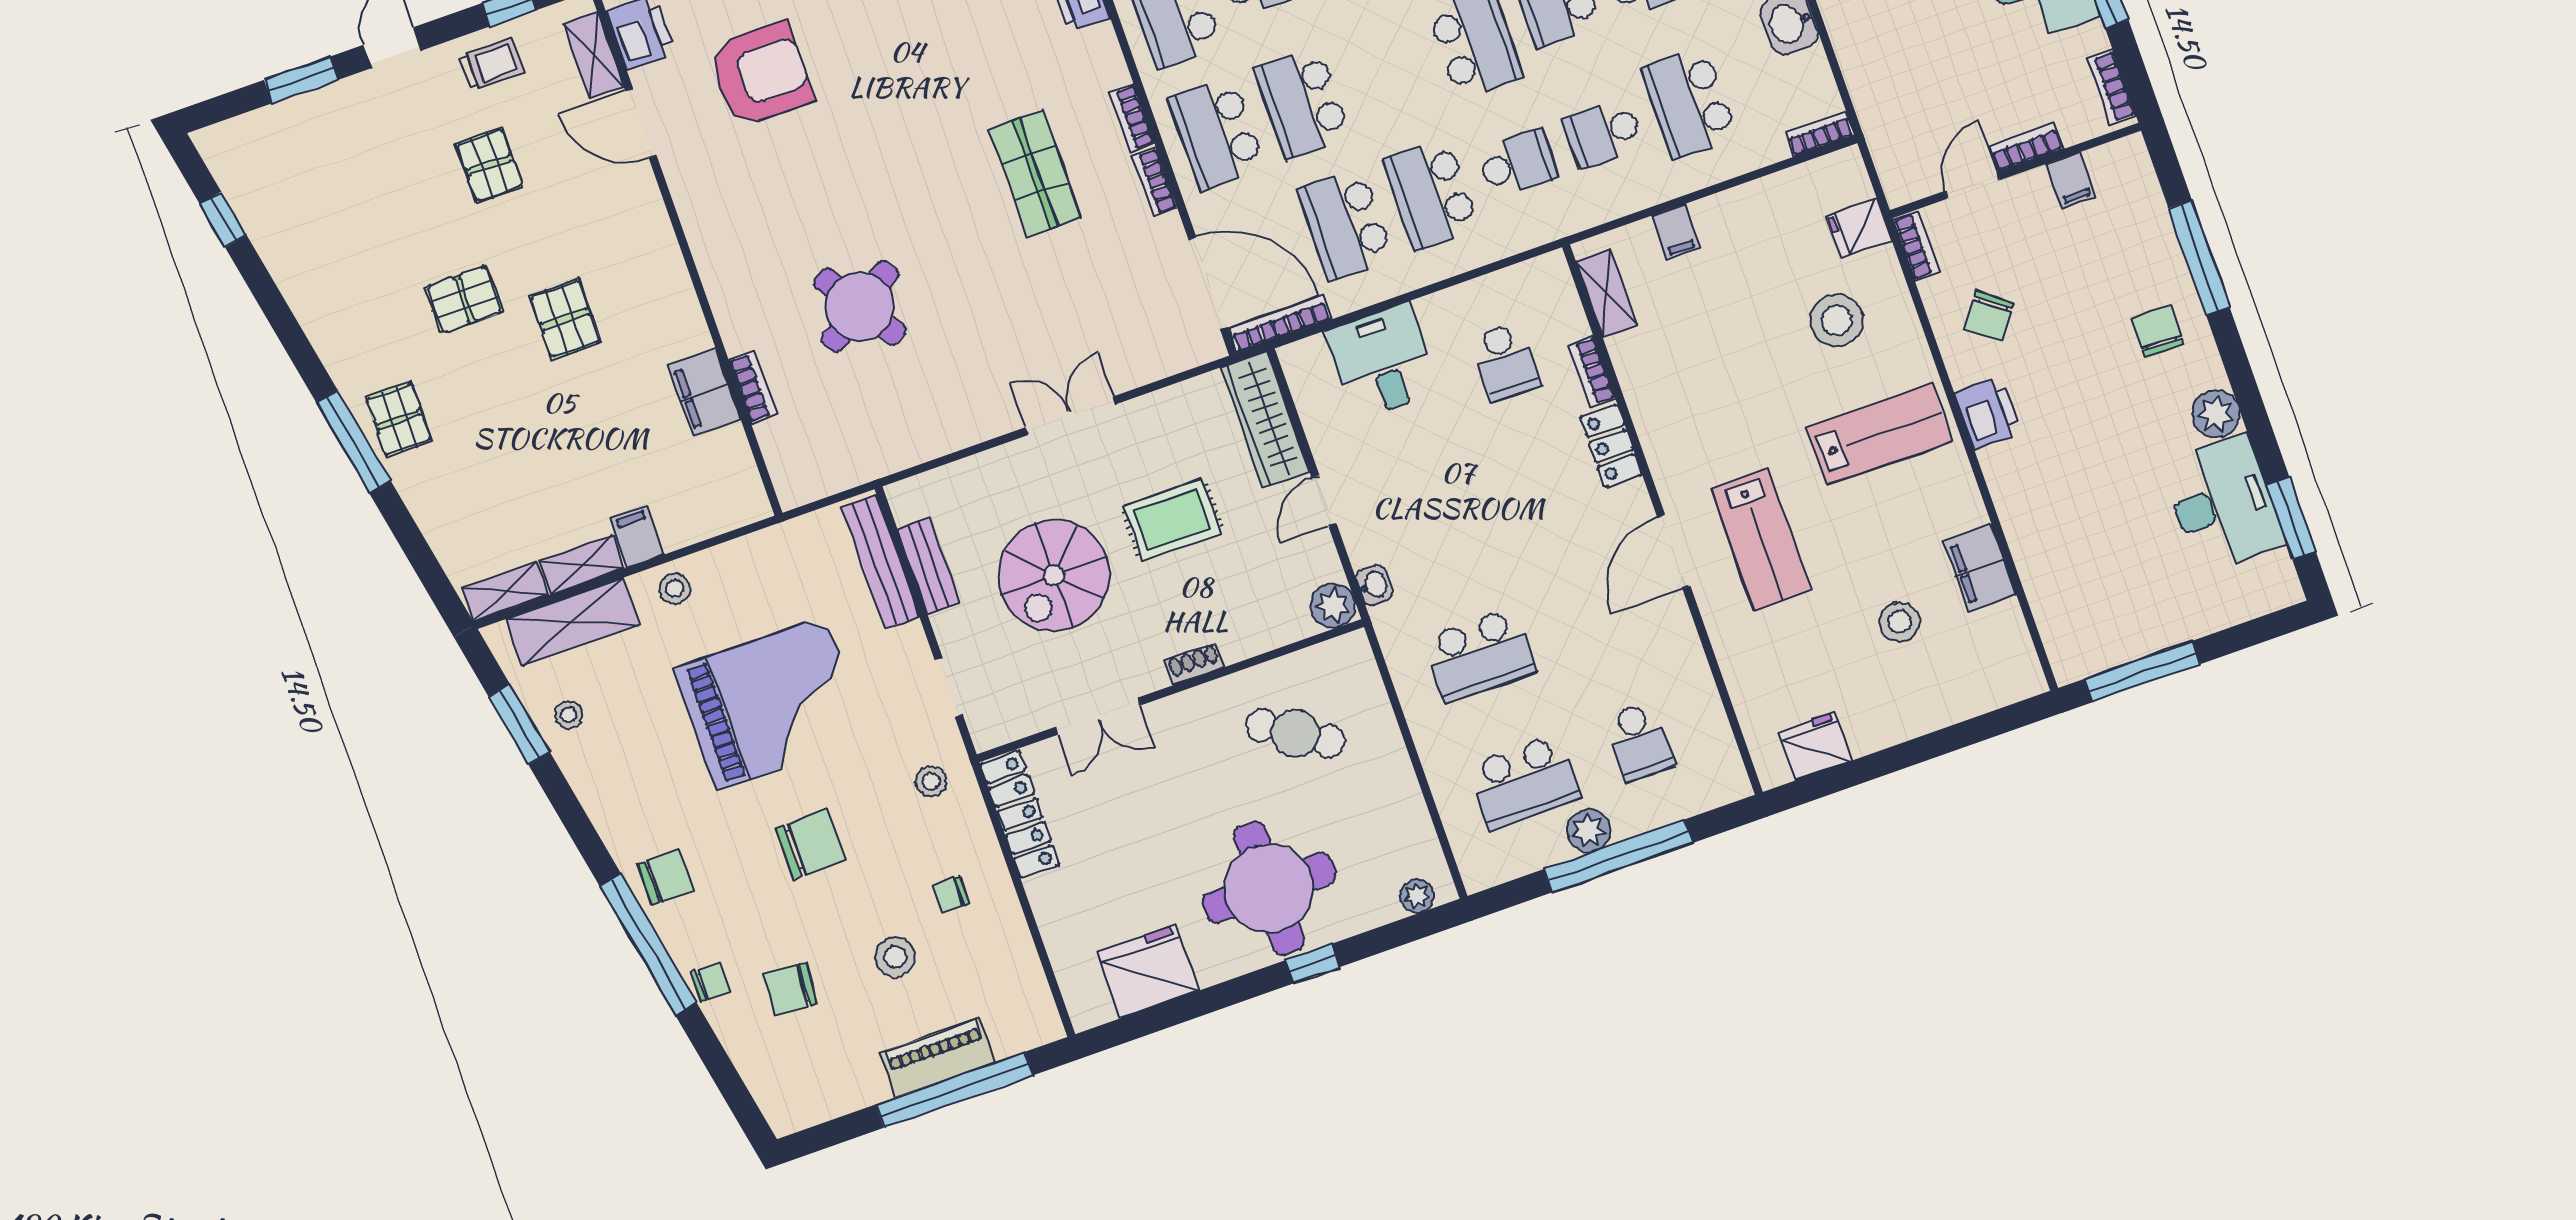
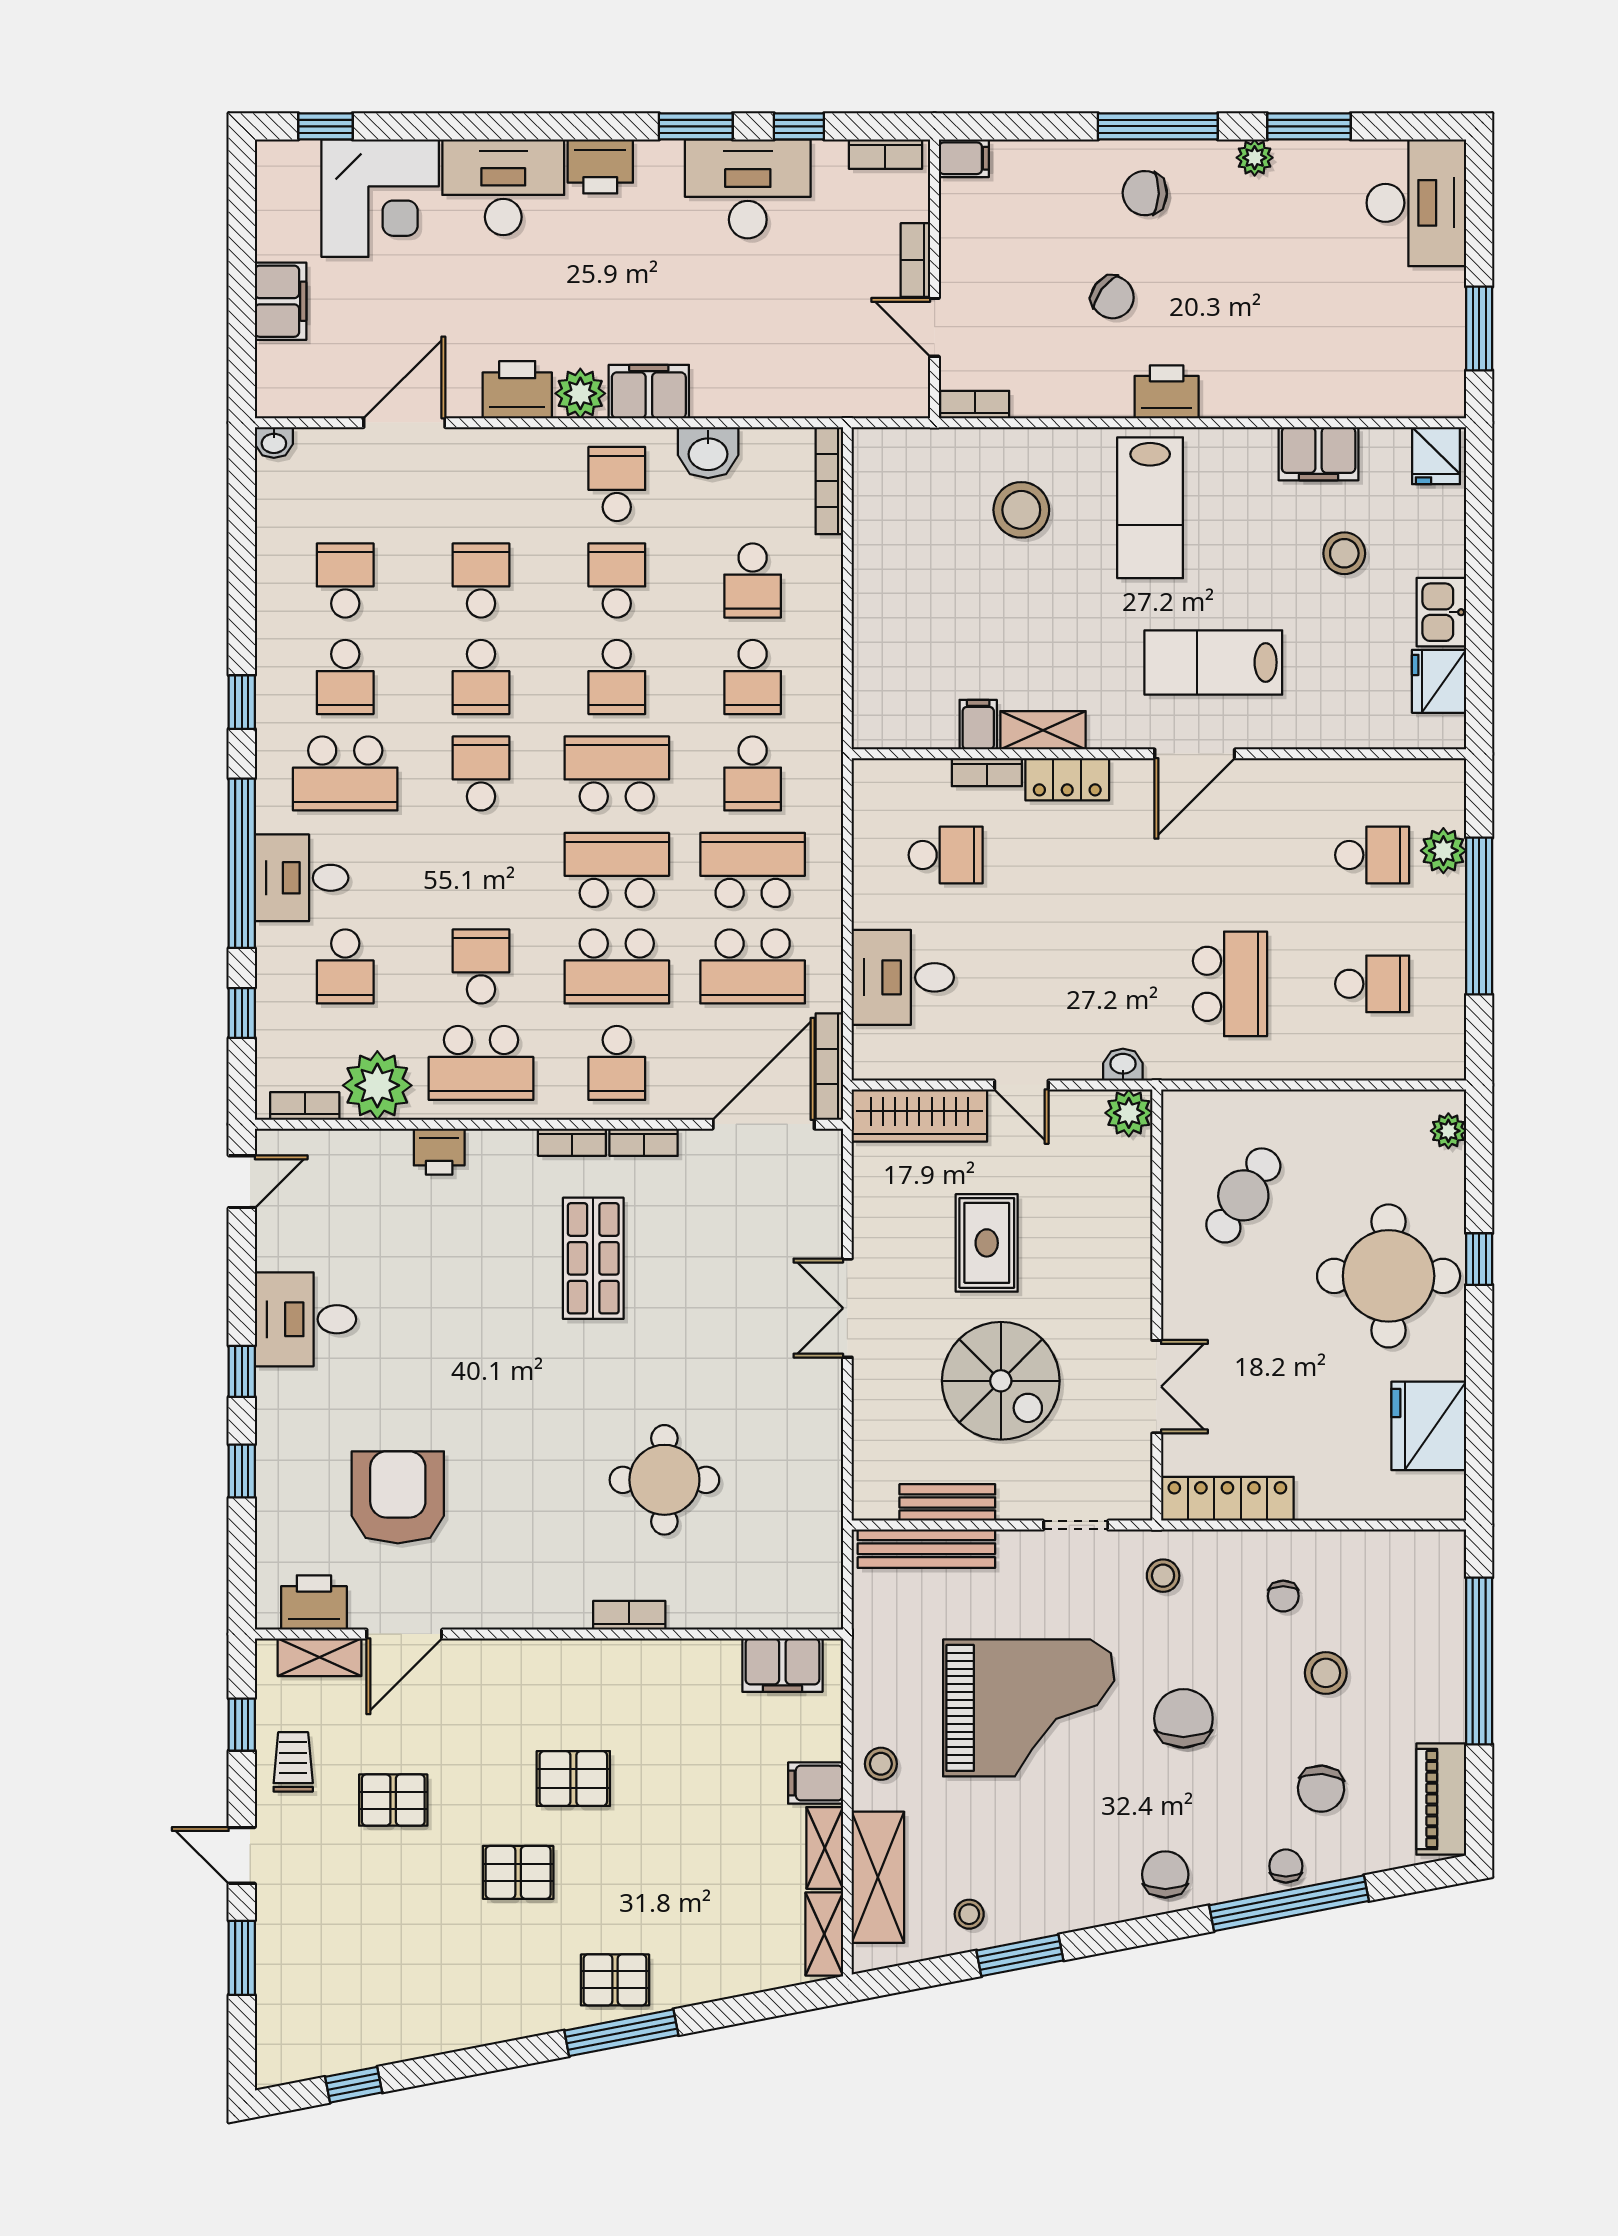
school desk: (1389, 73) -> (617, 870), added
school desk: (1689, 103) -> (753, 580), width x0.54
school desk: (1217, 133) -> (617, 1063), width x0.54
bookcase: (1820, 134) -> (829, 481), width x1.56
school desk: (1517, 163) -> (753, 773), turned 180
shop shelf: (1035, 174) -> (593, 1258), turned 90
filing cabinet: (2071, 180) -> (964, 158), moved
school desk: (1431, 194) -> (753, 870), turned 180
fridge: (1859, 228) -> (1436, 456), moved
filing cabinet: (1676, 232) -> (978, 725), moved, turned -90
window: (2199, 258) -> (1158, 126), moved
shelving: (1606, 293) -> (1043, 730), moved
pallet: (464, 299) -> (518, 1872), turned 90
round table: (860, 307) -> (664, 1480), turned 33
chair: (1989, 316) -> (1112, 297), moved
bookcase: (753, 388) -> (629, 1615), moved
filing cabinet: (705, 393) -> (782, 1665), moved
plant: (2216, 414) -> (1255, 158), width x0.73, depth x0.73
lab bench: (1879, 434) -> (1150, 508), turned 180
desk: (2223, 503) -> (1416, 203), moved, turned 90
window: (2291, 518) -> (1309, 126), moved
lab bench: (1761, 539) -> (1213, 662), turned 180
door: (1674, 551) -> (1195, 754), hinge flipped
shoe rack: (1195, 664) -> (1138, 1271), removed
window: (2142, 672) -> (1479, 328), width x0.69
grand piano: (771, 703) -> (1029, 1708), turned 90
window: (519, 724) -> (1020, 1955), moved
kitchen sink: (1877, 727) -> (1441, 612), added
school desk: (1524, 782) -> (1372, 984), width x0.54
plant: (1589, 831) -> (1443, 851), moved
window: (648, 944) -> (1289, 1903), moved
piano: (938, 1058) -> (1441, 1799), moved

